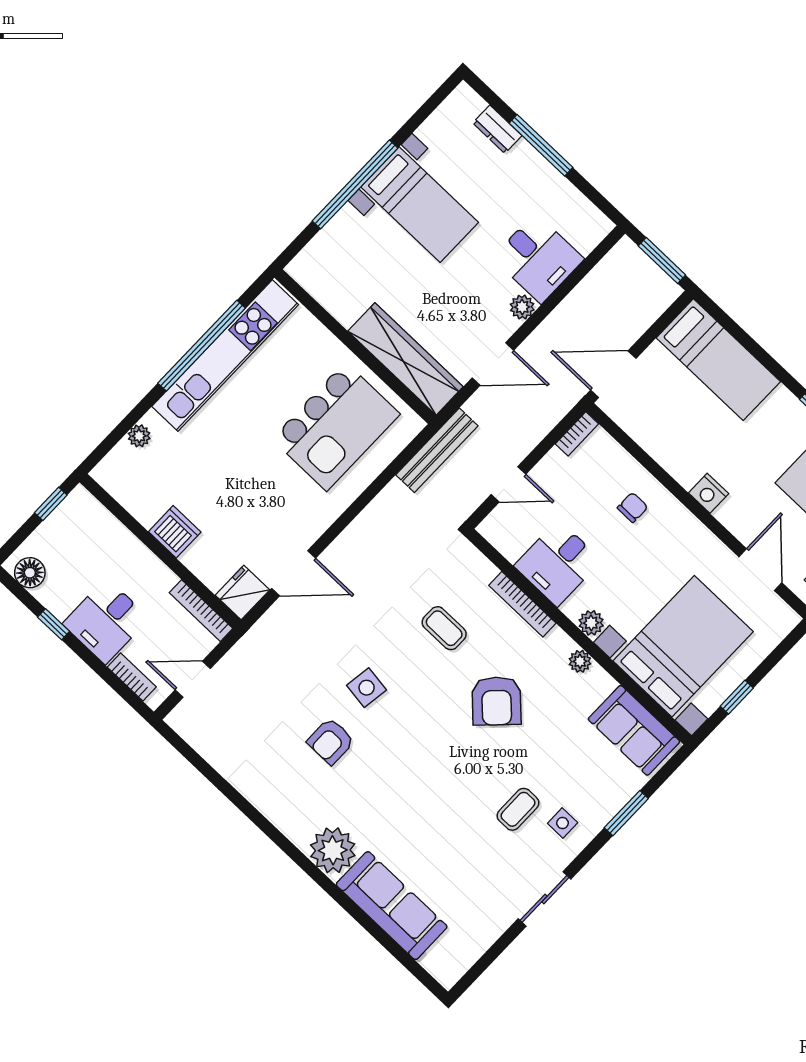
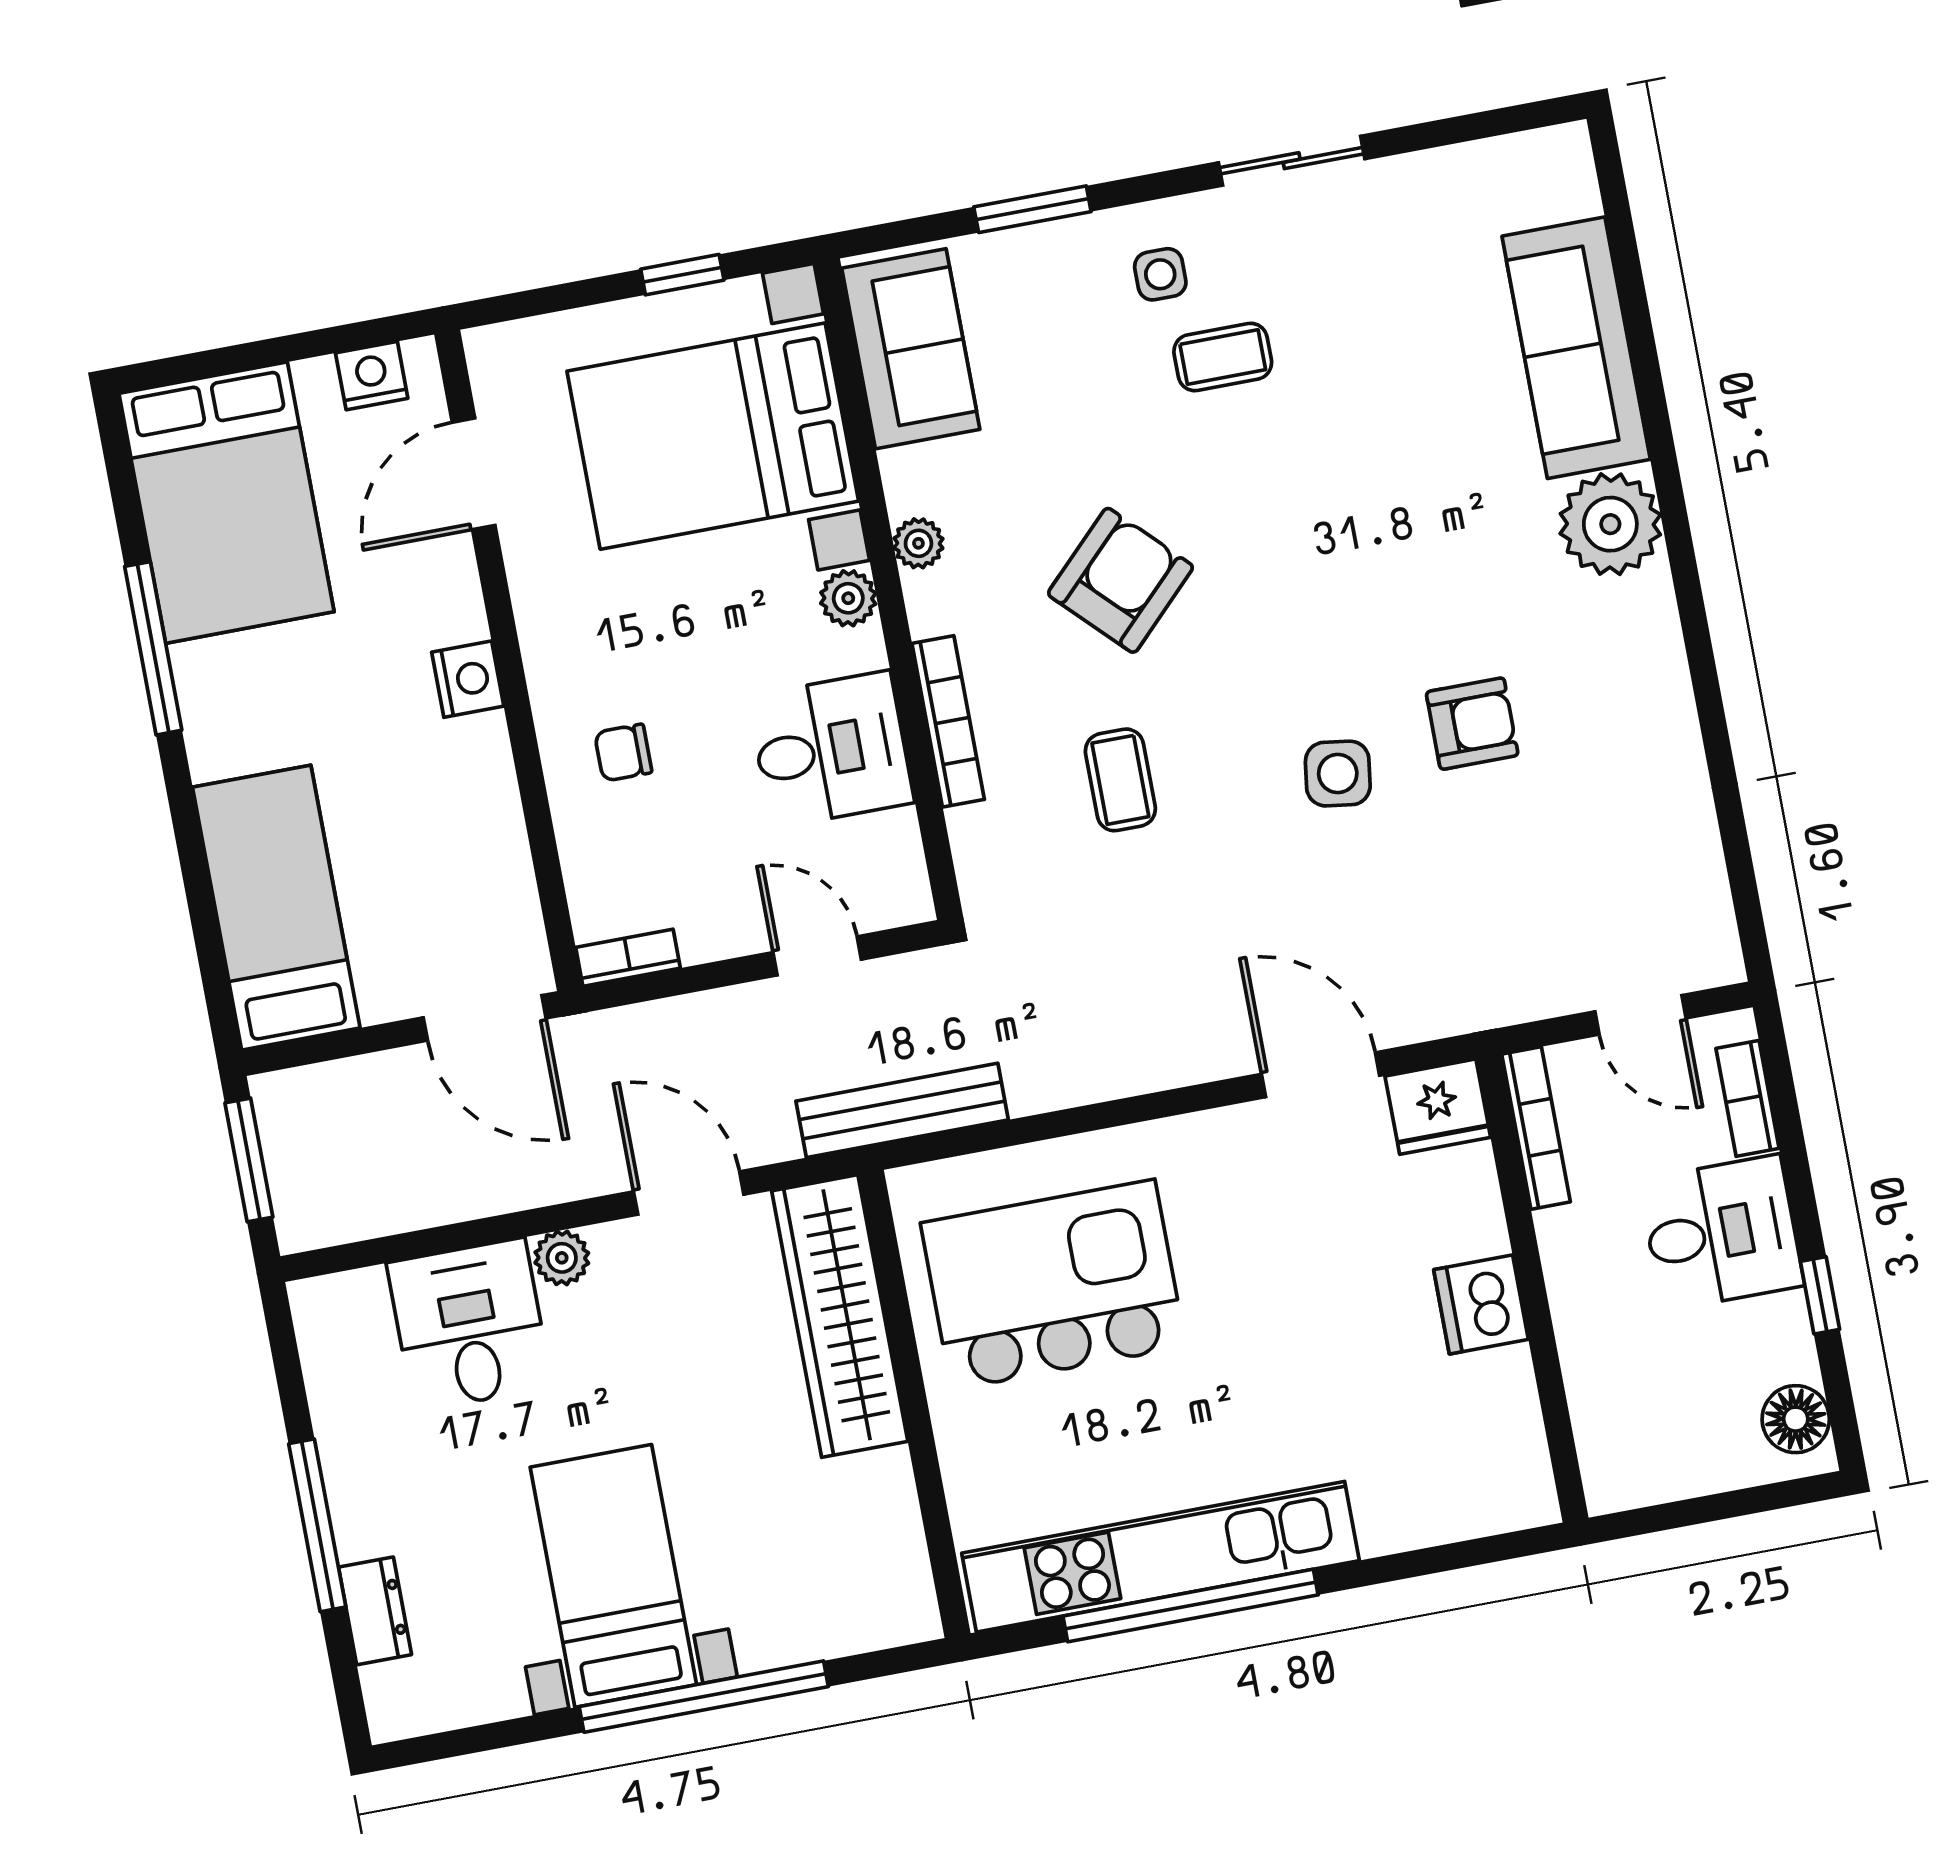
plant: (139, 436) -> (1420, 1524), removed
window: (51, 504) -> (1668, 1516), removed

